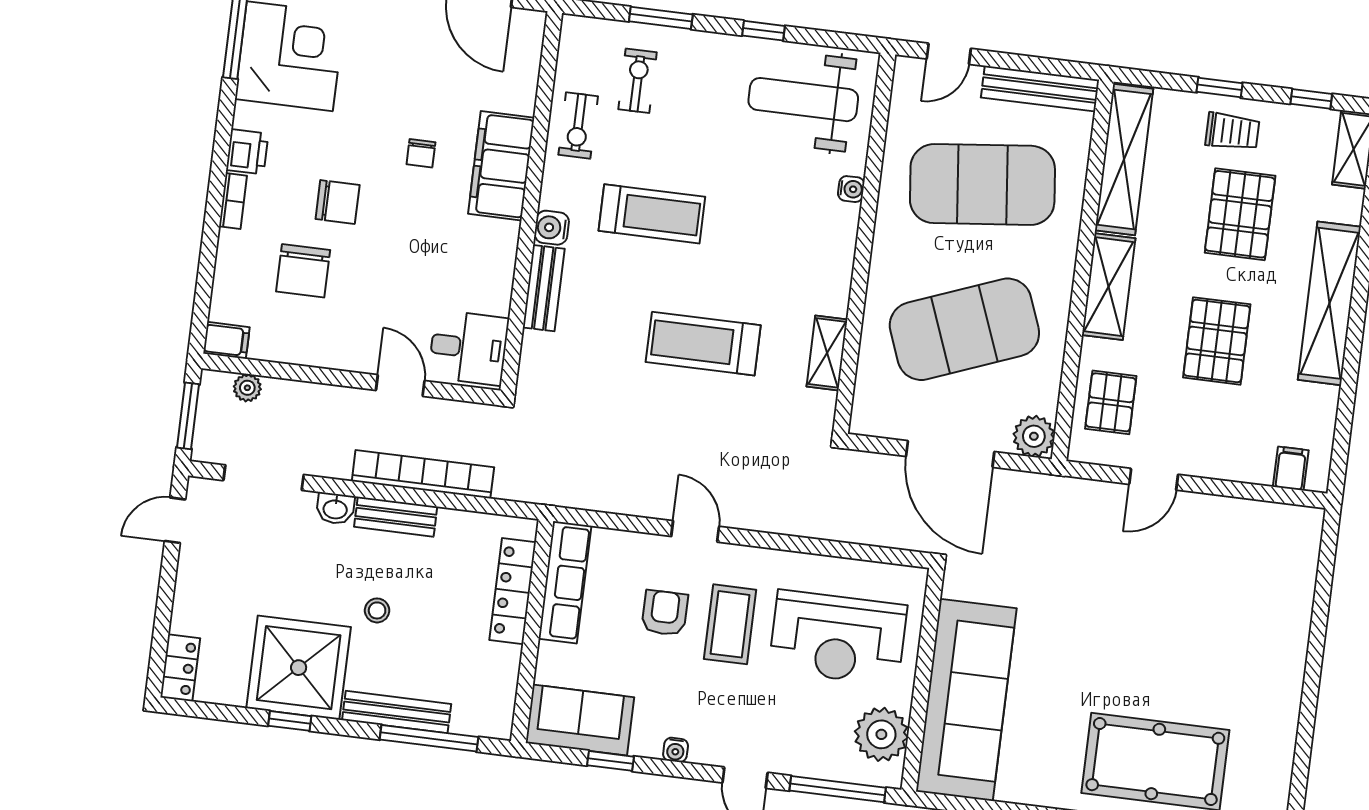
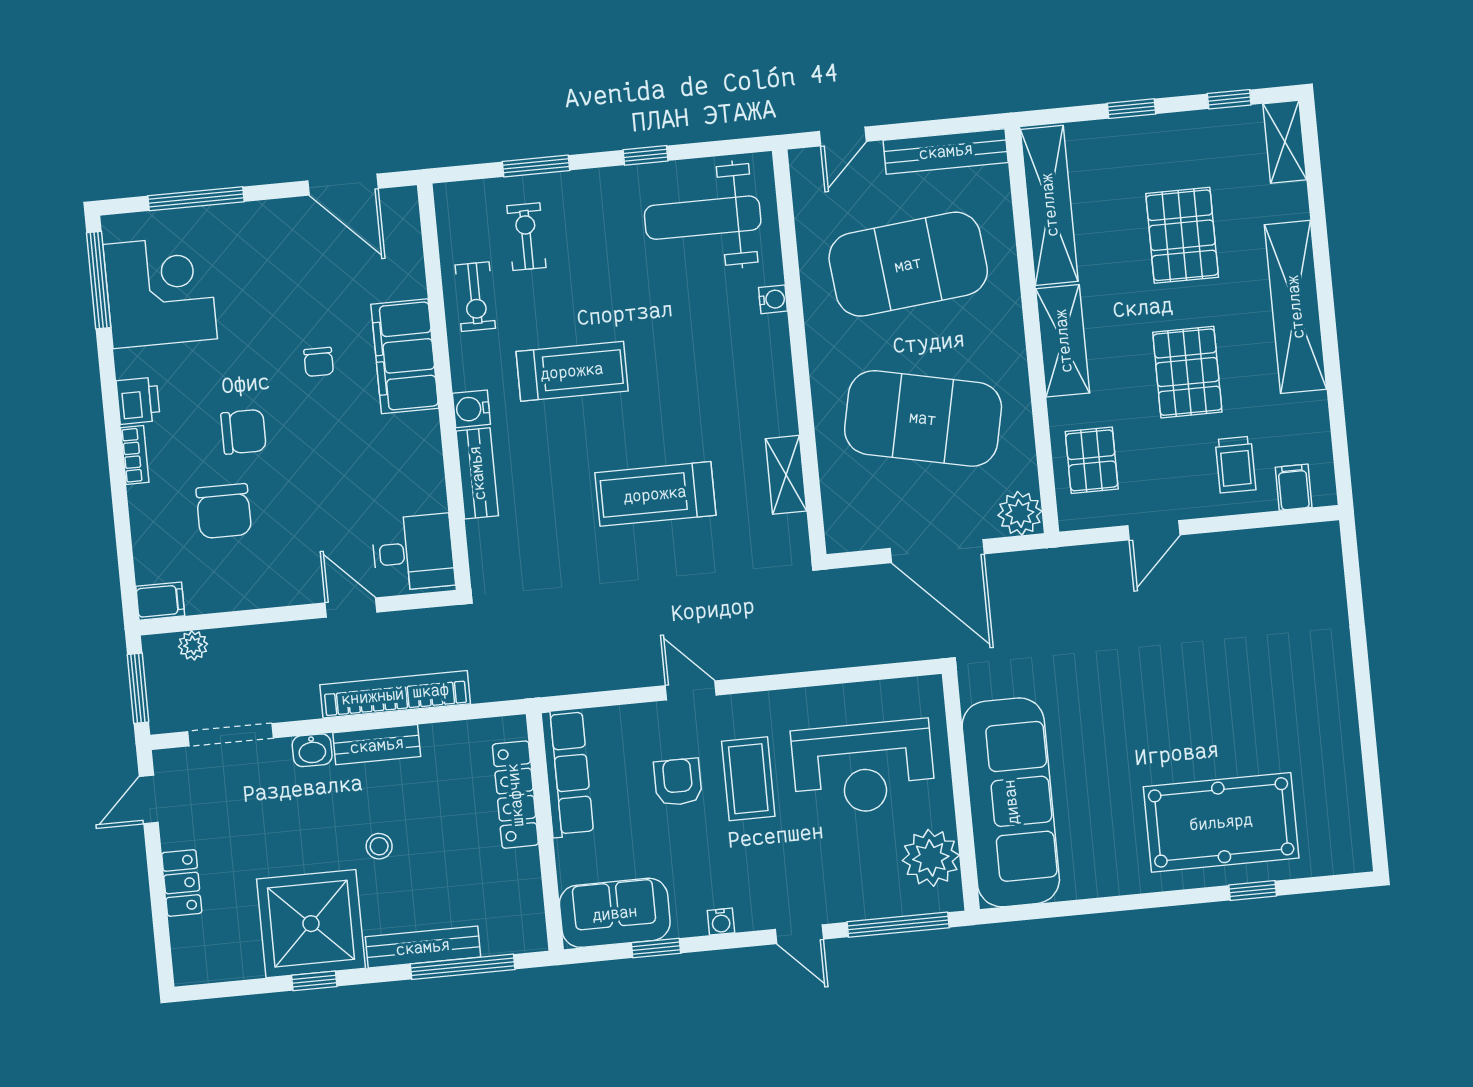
trolley: (1232, 132) -> (1236, 465), moved, turned 90
exercise mat: (964, 329) -> (923, 418), turned 33
locker: (180, 668) -> (182, 883), moved

